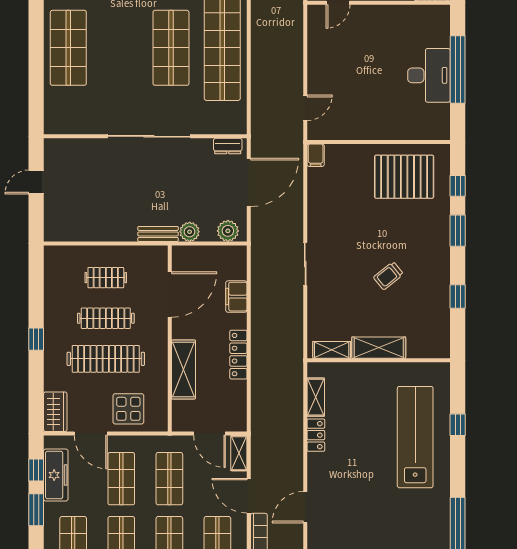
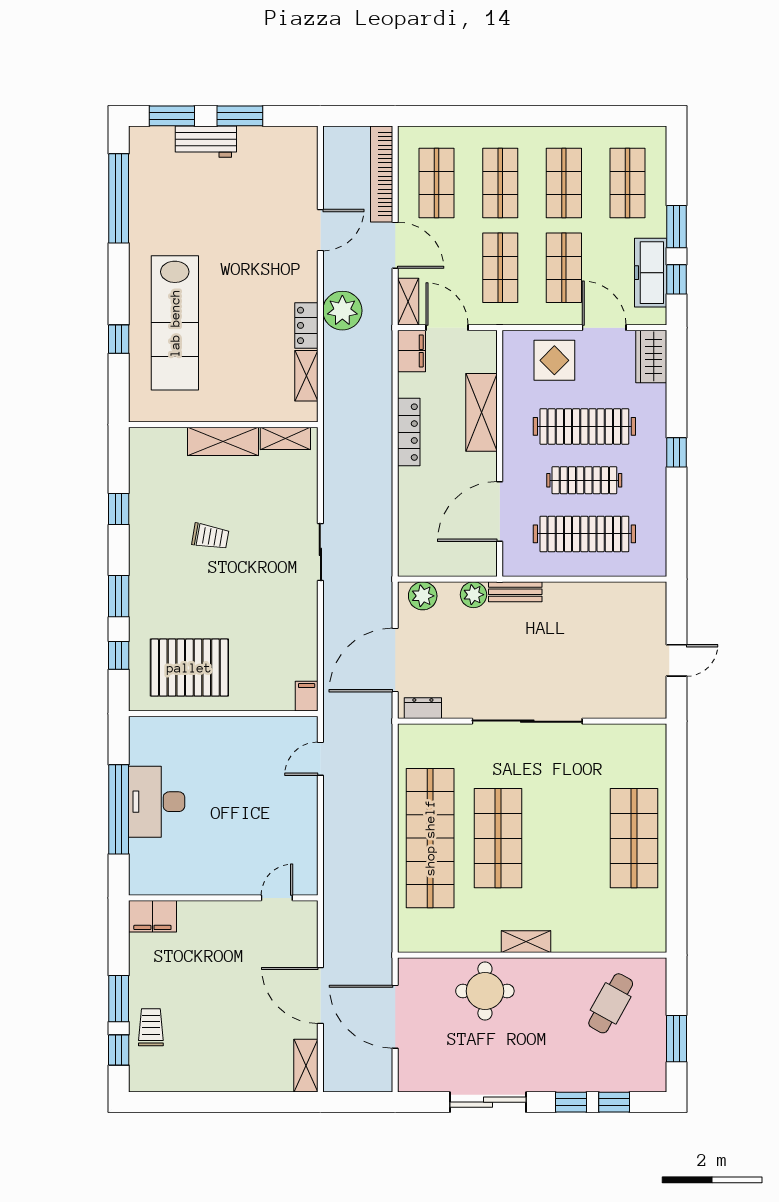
trolley: (388, 276) -> (210, 537), turned 49
clothes rail: (106, 278) -> (584, 534), width x1.86, depth x1.31
filing cabinet: (236, 297) -> (411, 351), moved
plant: (289, 446) -> (342, 311), added

